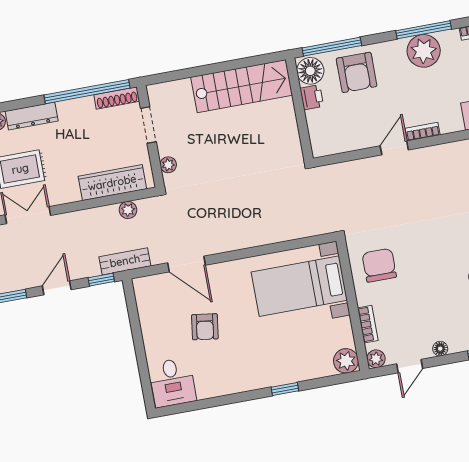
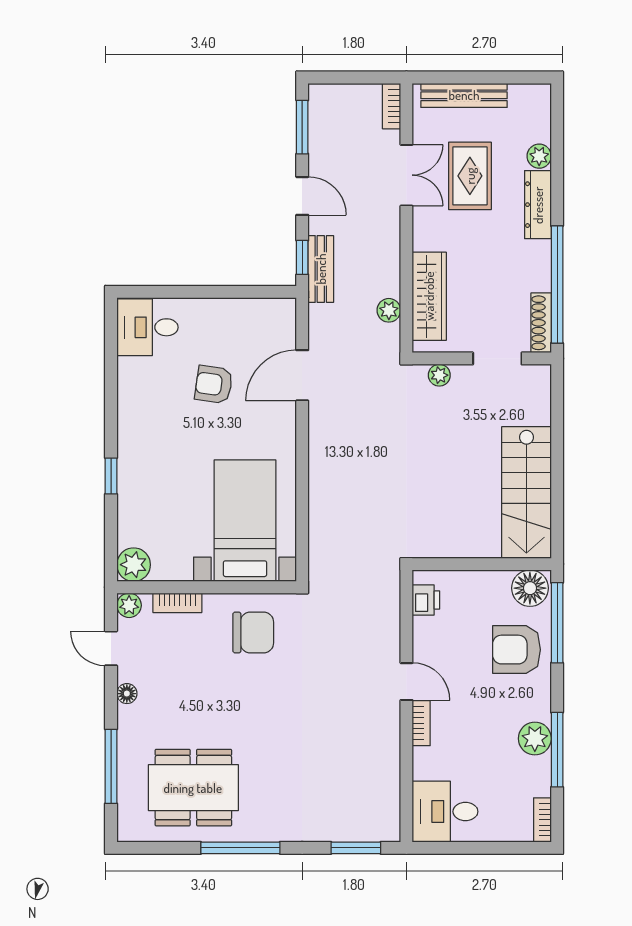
plant: (424, 51) -> (535, 739), width x0.73, depth x0.73
printer: (312, 97) -> (426, 600), moved, turned -90
bench: (125, 261) -> (321, 269), moved

